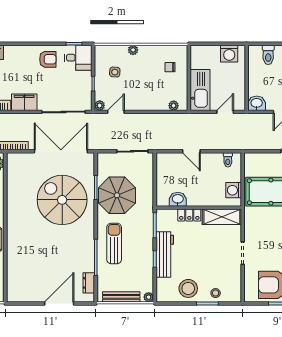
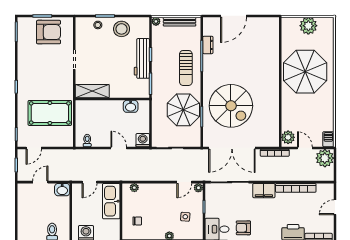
washing machine: (234, 190) -> (143, 140), moved, turned -90
locker: (189, 215) -> (121, 93), removed
dresser: (89, 283) -> (208, 45), moved

